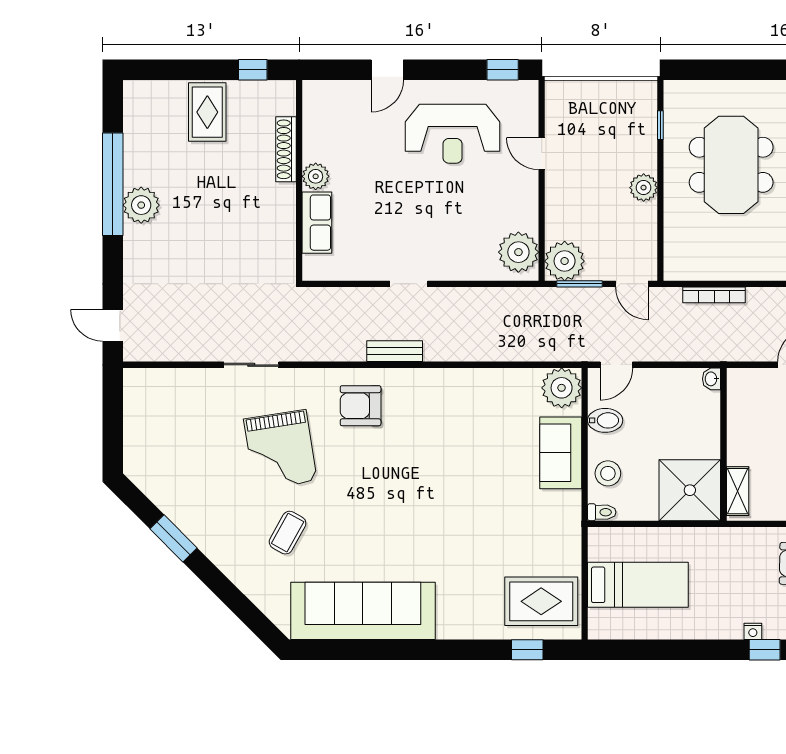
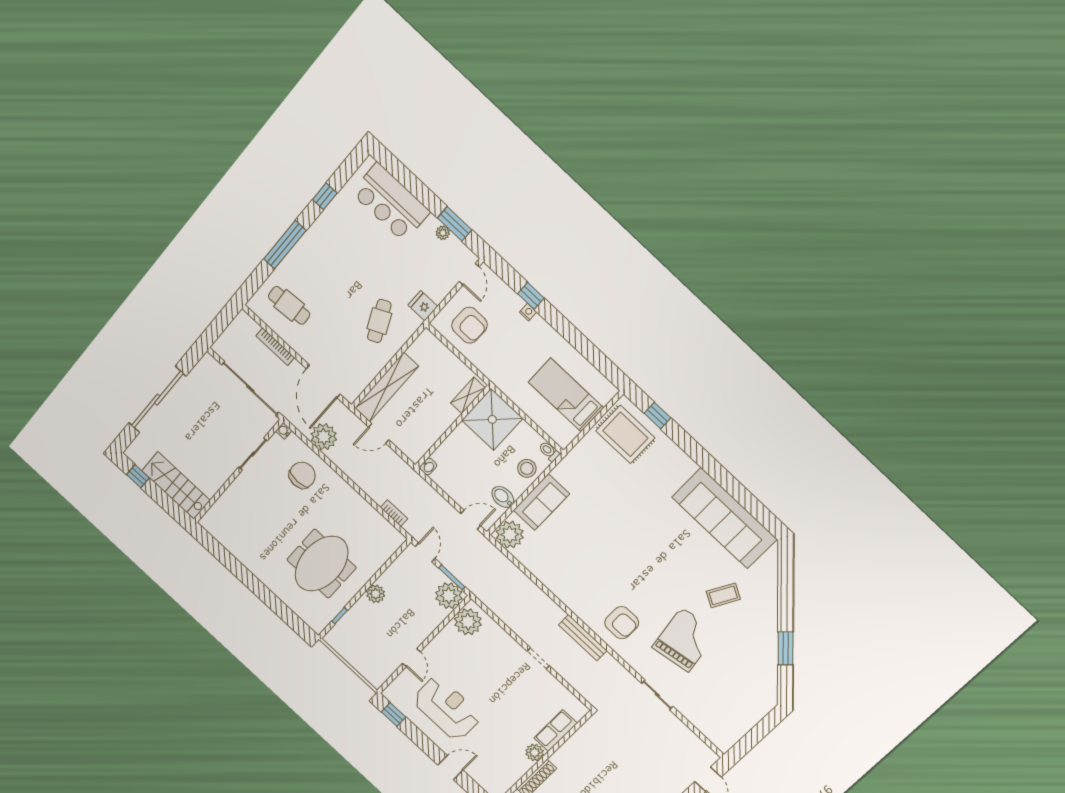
bookcase: (714, 295) -> (394, 513), width x0.64
bench: (395, 351) -> (583, 638), width x1.36

